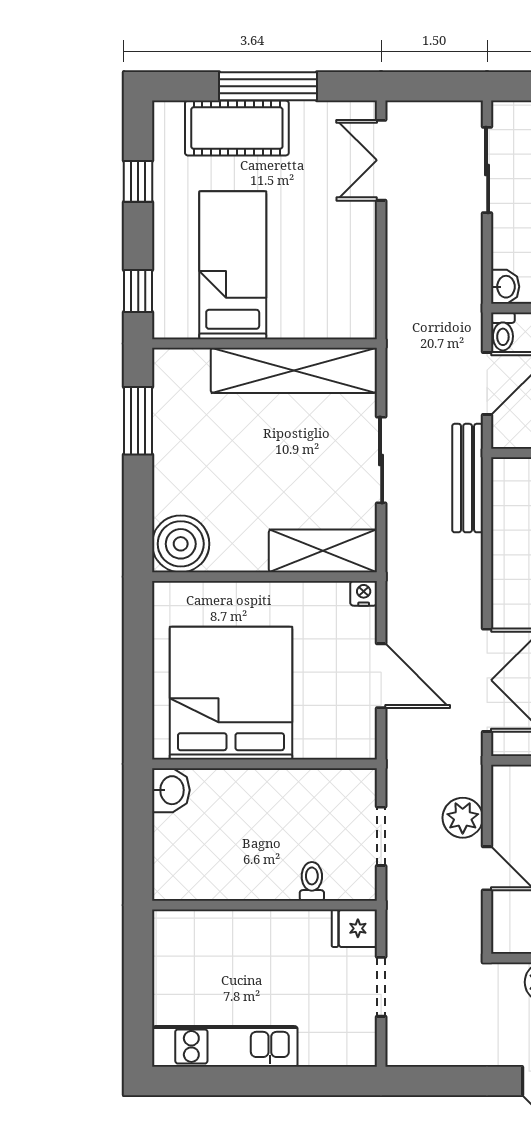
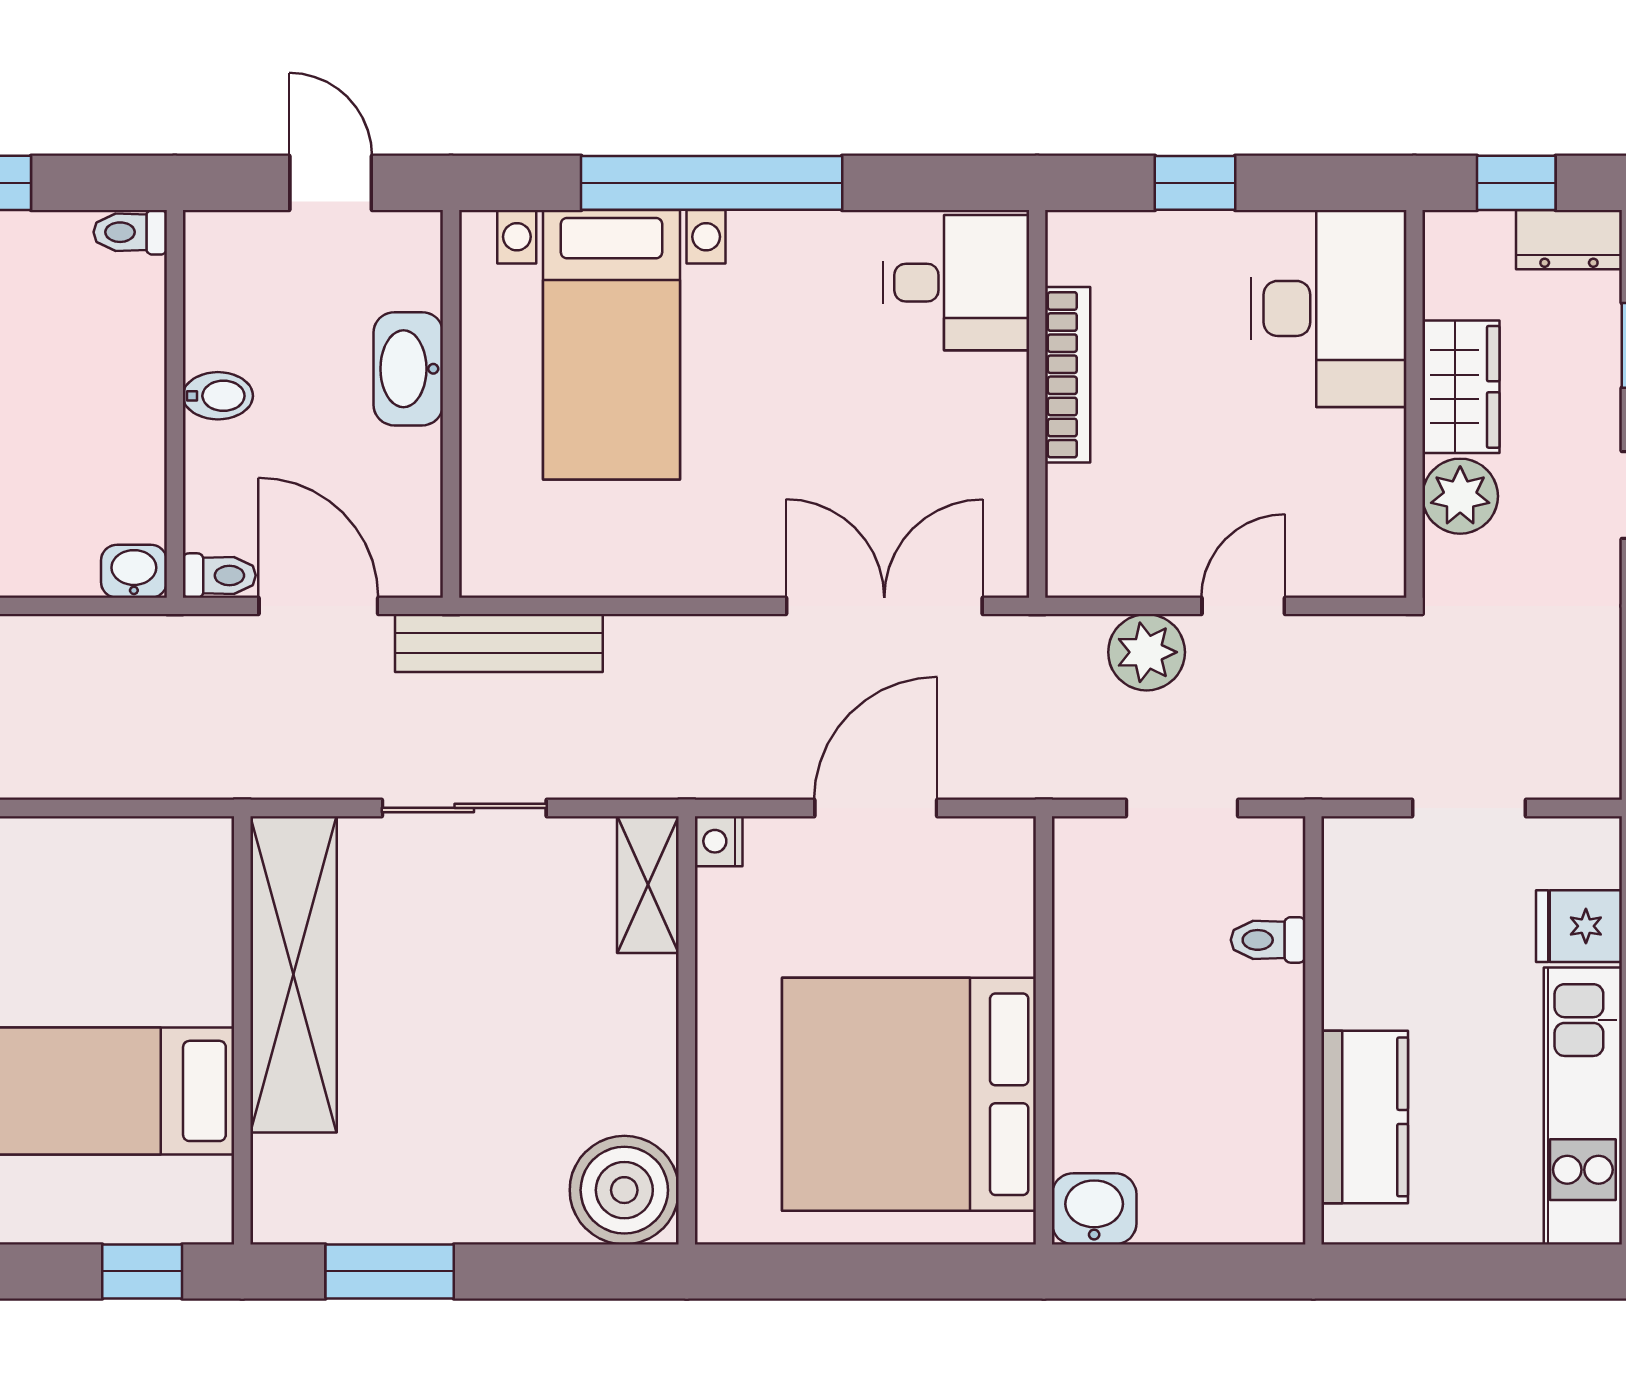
shelving: (323, 551) -> (648, 885), width x0.67, depth x0.75
fridge: (354, 928) -> (1579, 926), moved, turned 90
kitchen counter: (219, 932) -> (1365, 1117), added

